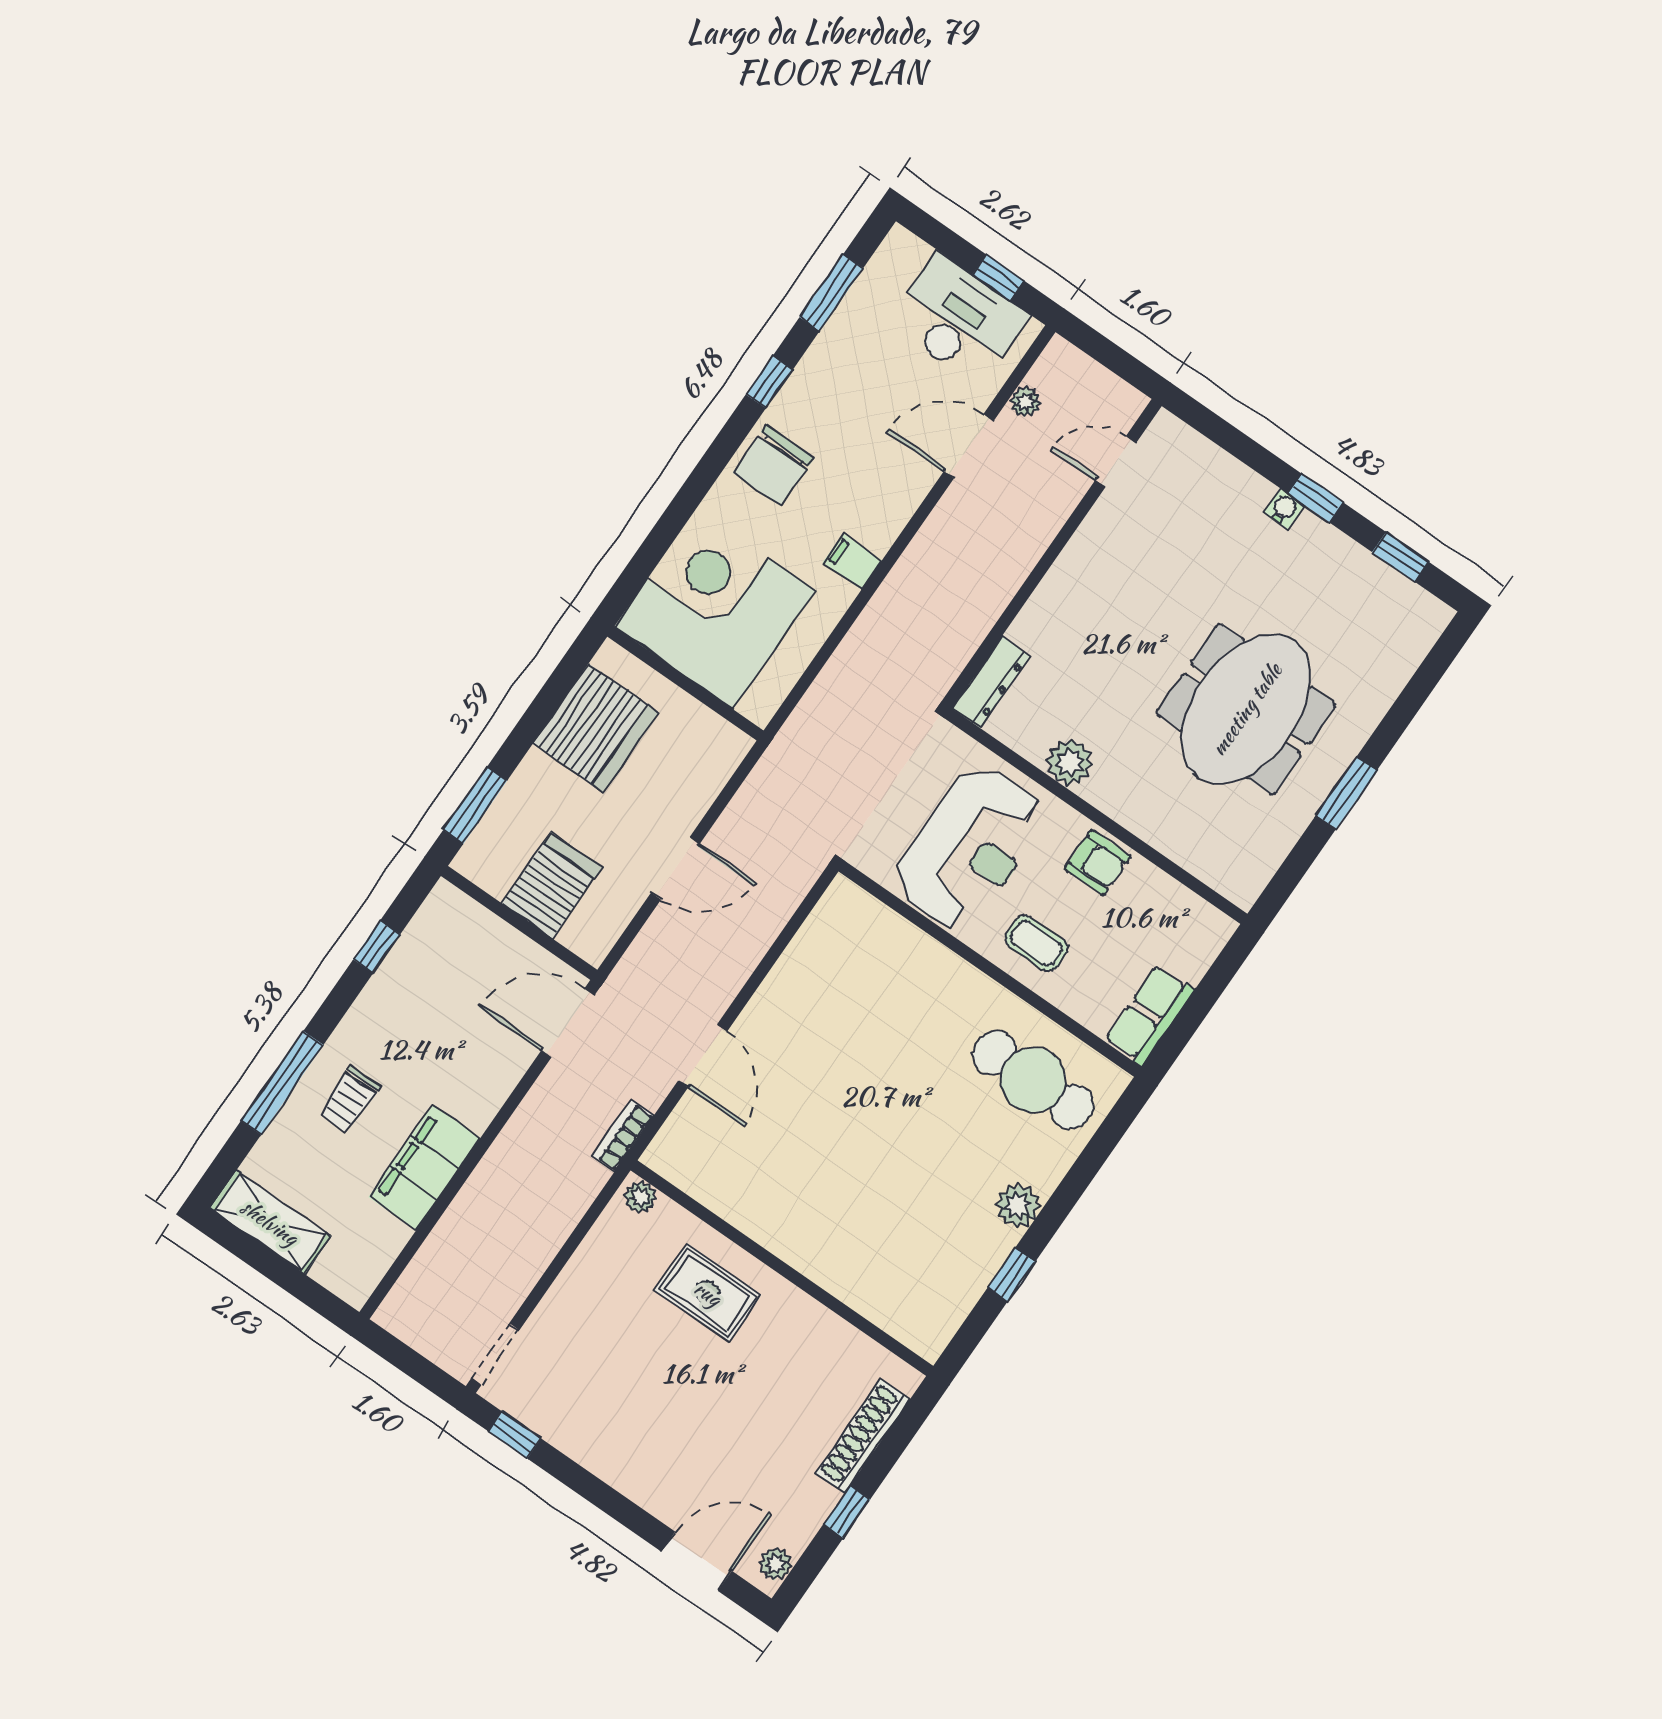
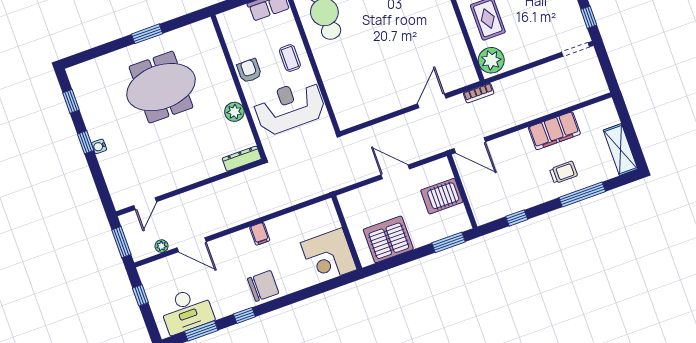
desk: (958, 319) -> (187, 311), moved, turned -90
window: (1108, 354) -> (121, 242), added
door: (1116, 462) -> (145, 204), hinge flipped
corner desk: (715, 609) -> (329, 256), width x0.74, depth x0.74
plant: (640, 1197) -> (491, 60), width x1.88, depth x1.88

